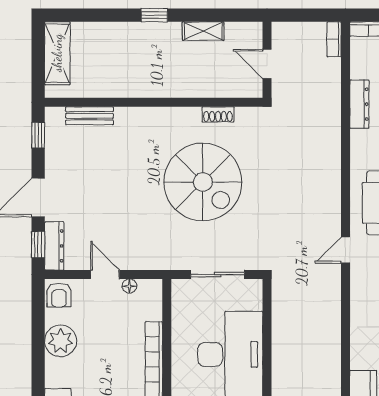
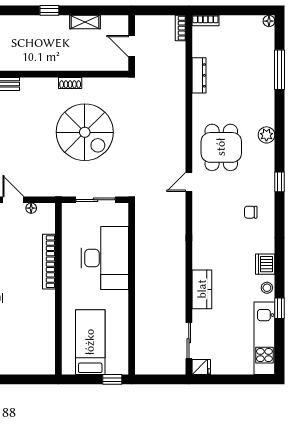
shoe rack: (218, 114) -> (70, 83), moved

